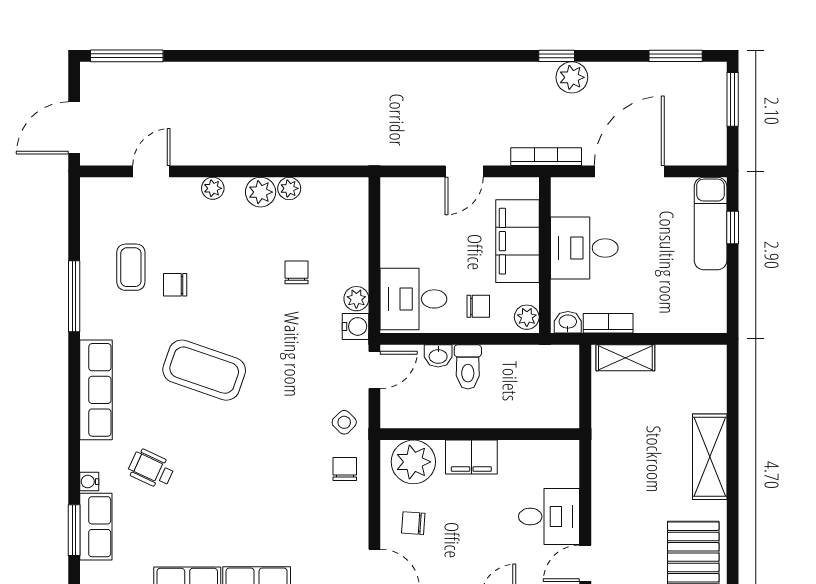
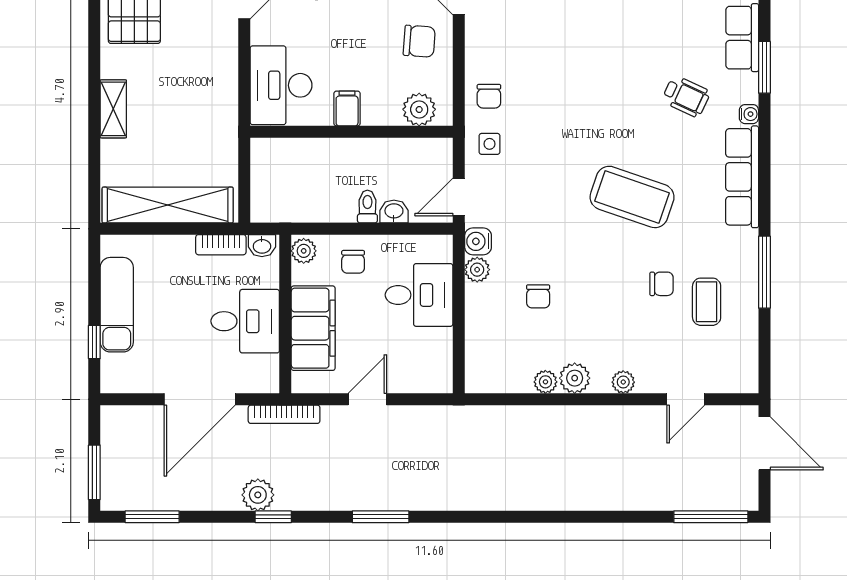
window: (451, 56) -> (381, 517), added
door: (74, 128) -> (764, 443), hinge flipped
exam couch: (711, 223) -> (117, 305), moved
desk: (413, 299) -> (419, 295), moved
chair: (478, 306) -> (353, 262), turned -90
shelving: (625, 358) -> (168, 205), width x2.20, depth x1.33
toilet: (468, 367) -> (367, 207), width x0.73, depth x0.72
side table: (344, 422) -> (490, 144), turned 45
filing cabinet: (471, 457) -> (347, 108), width x0.50
shelving: (710, 457) -> (113, 109), width x0.67, depth x0.75
plant: (413, 462) -> (419, 109), width x0.73, depth x0.73
water cooler: (89, 482) -> (749, 114), moved
desk: (549, 517) -> (281, 85), moved, width x1.37
chair: (413, 523) -> (419, 41), width x1.37, depth x1.37
window: (74, 530) -> (764, 67), moved

